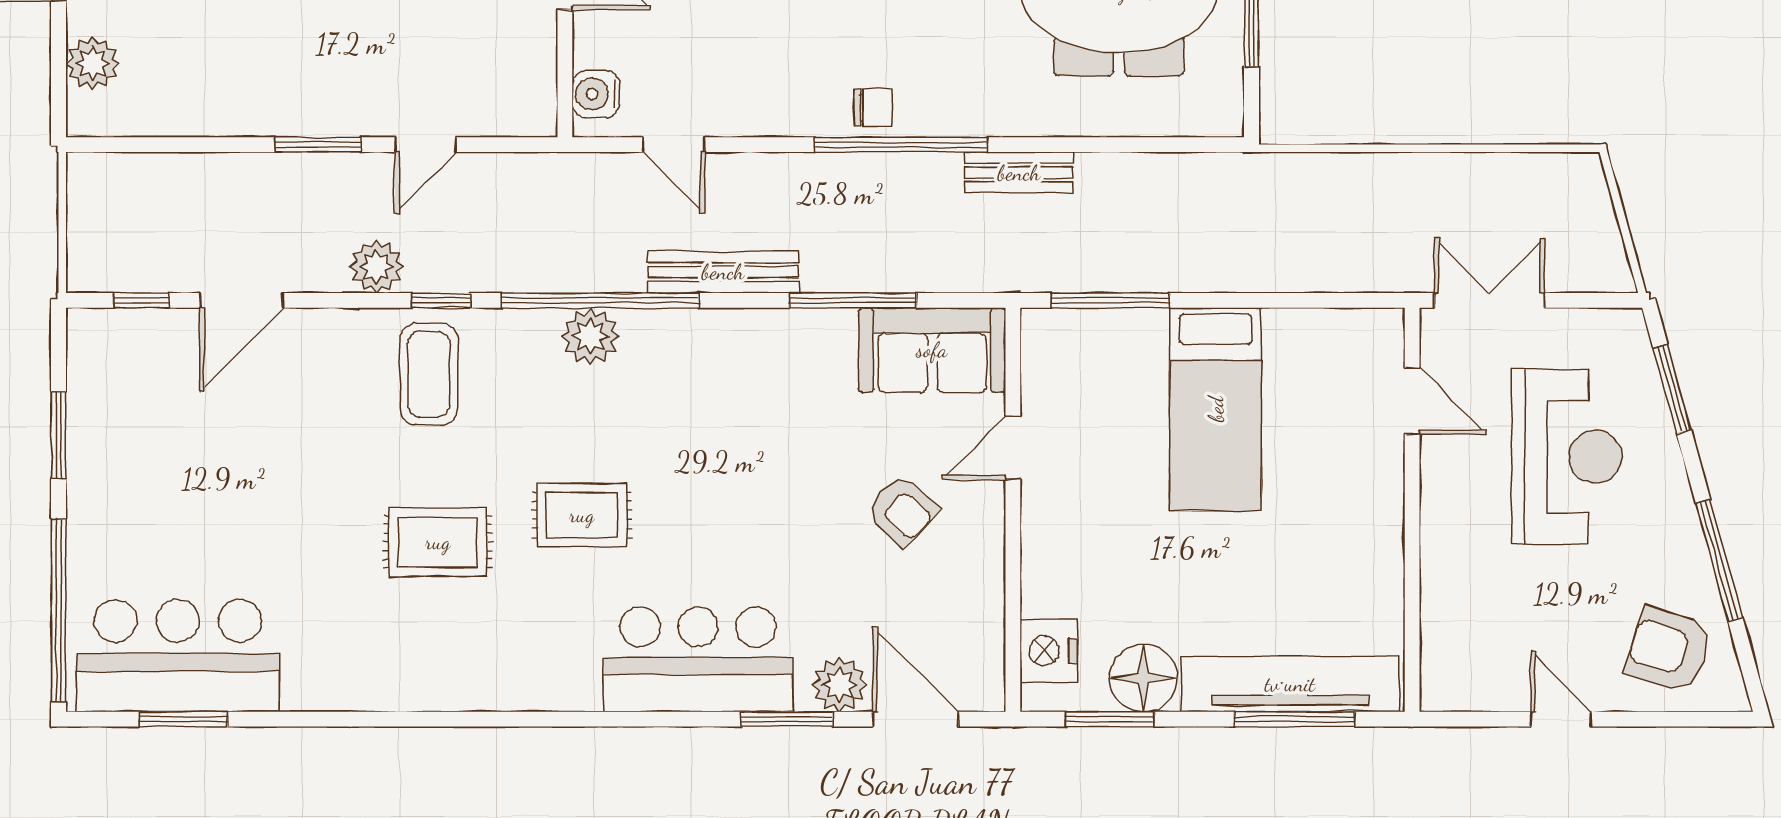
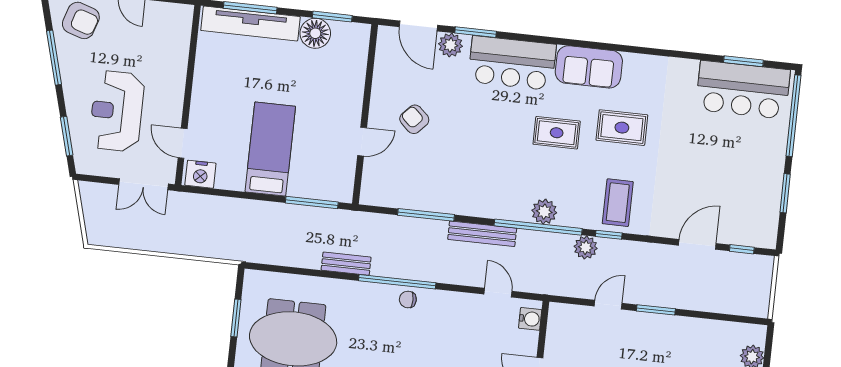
plant: (376, 267) -> (586, 247), moved
sofa: (932, 350) -> (589, 67), moved, turned 180
nightstand: (1049, 651) -> (200, 174), moved, turned 90

